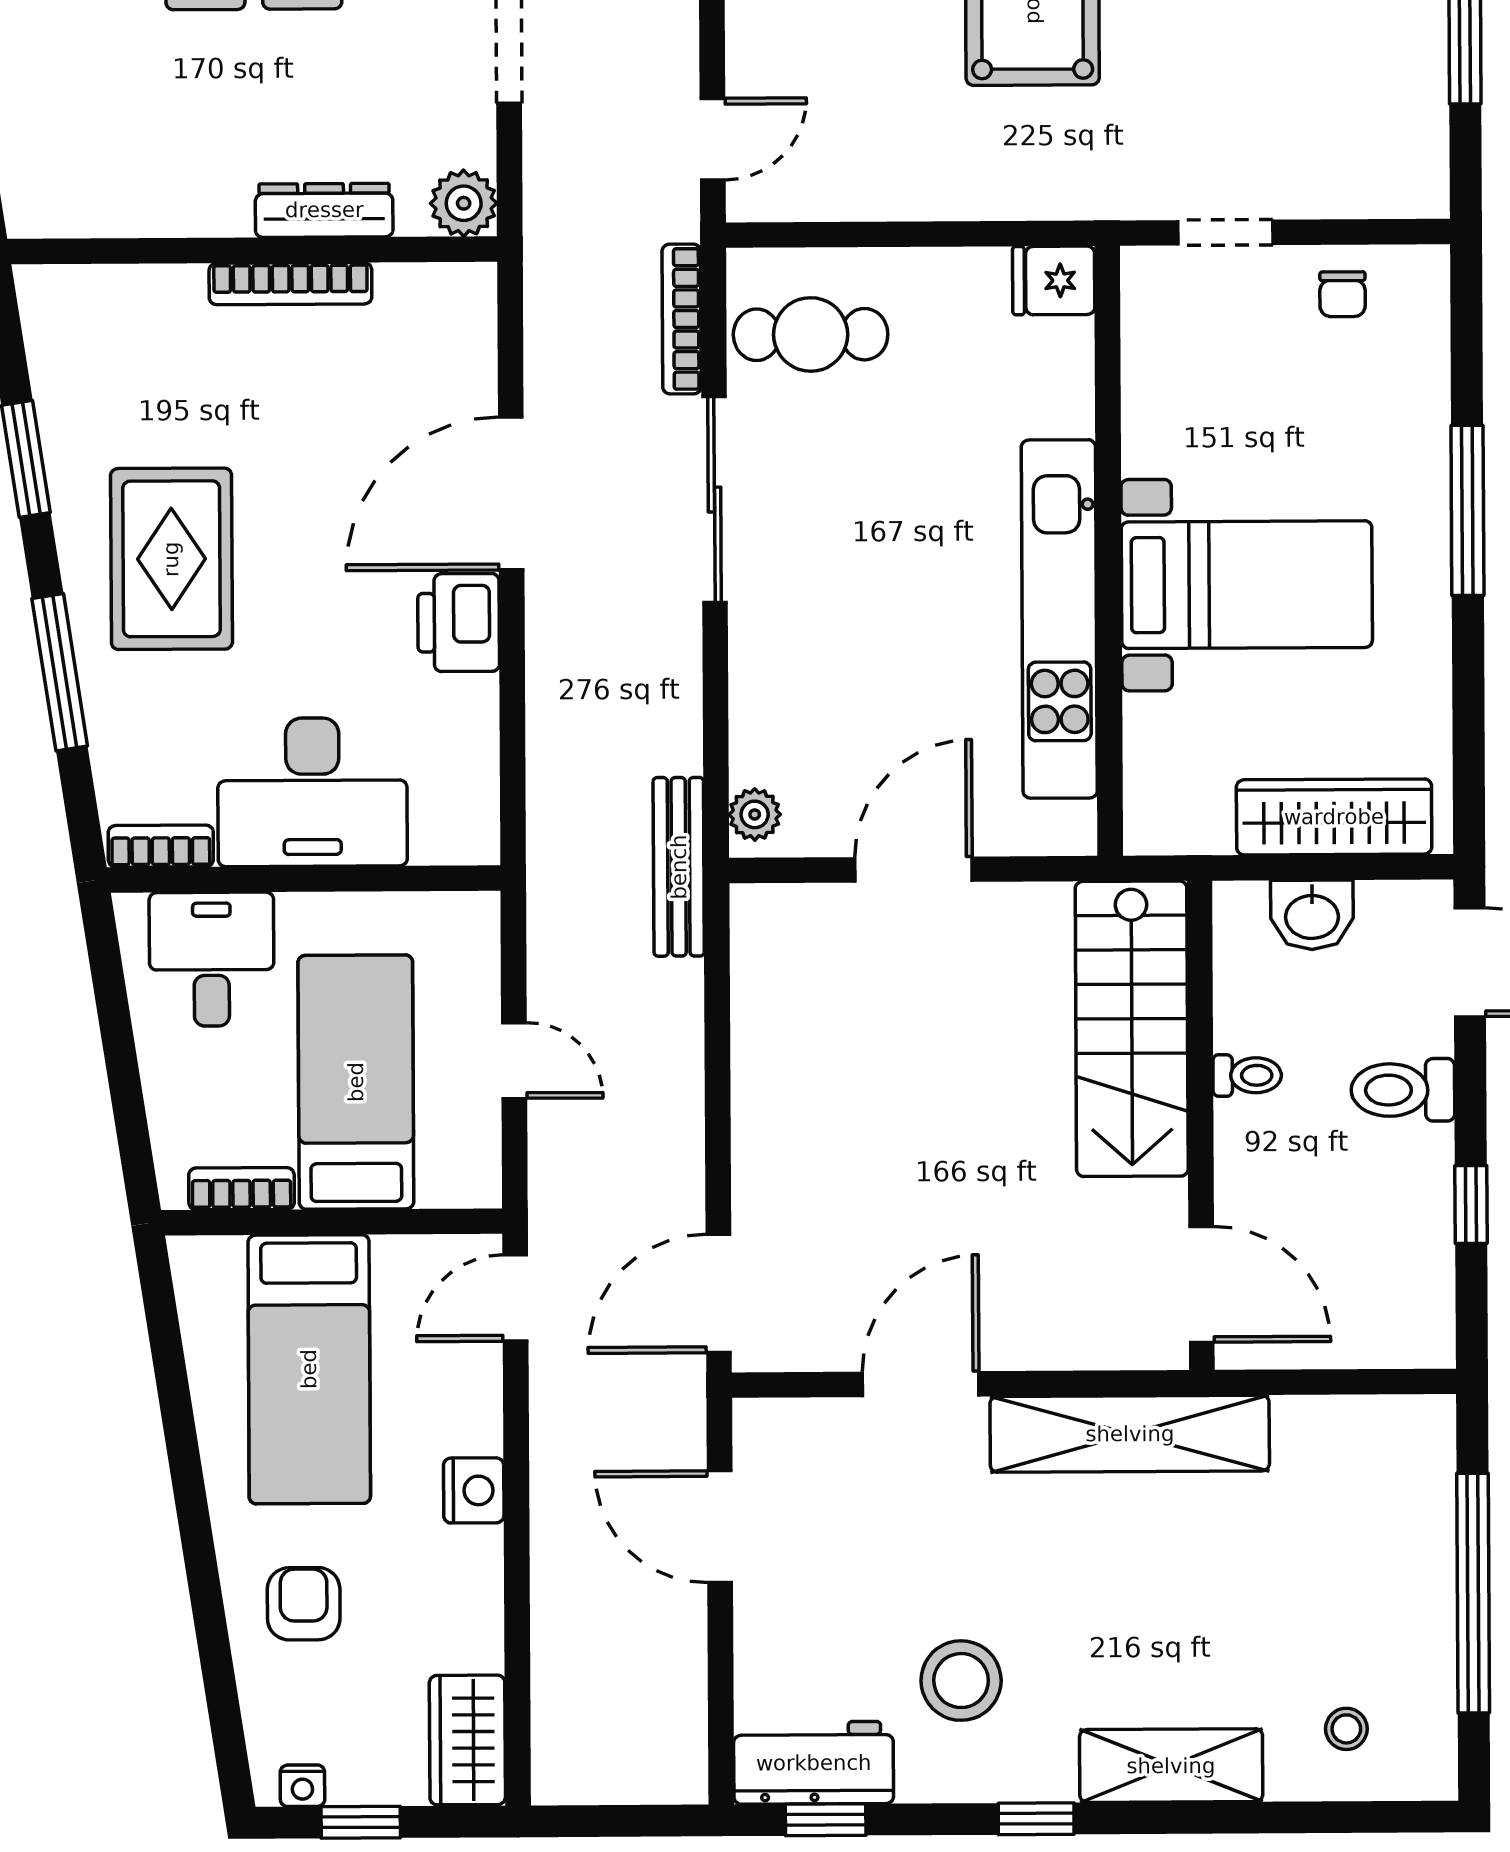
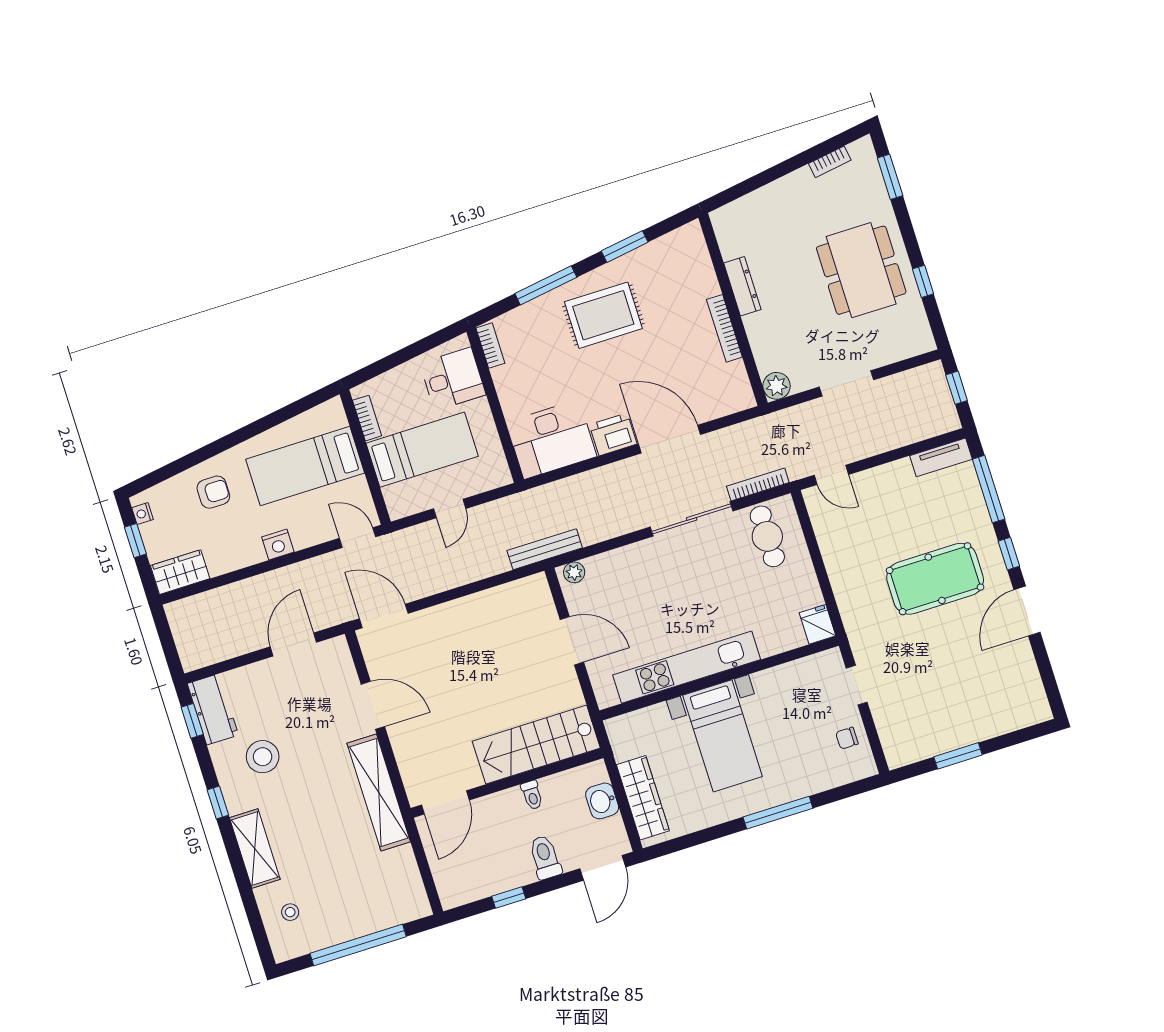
dresser: (324, 210) -> (742, 286), moved
desk: (312, 792) -> (551, 439), moved, turned -90

